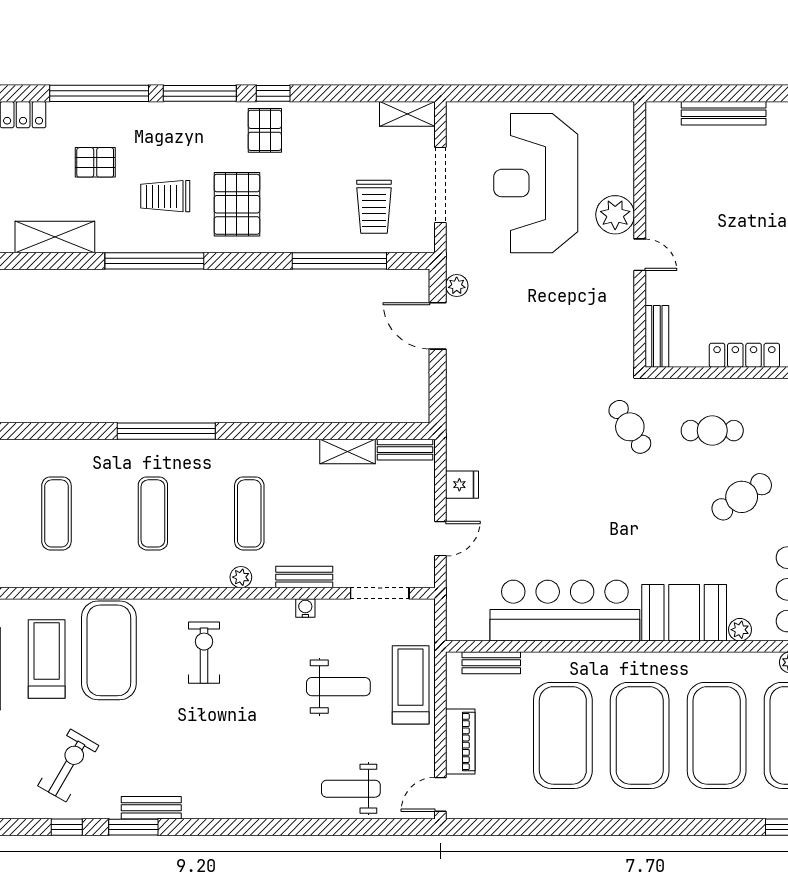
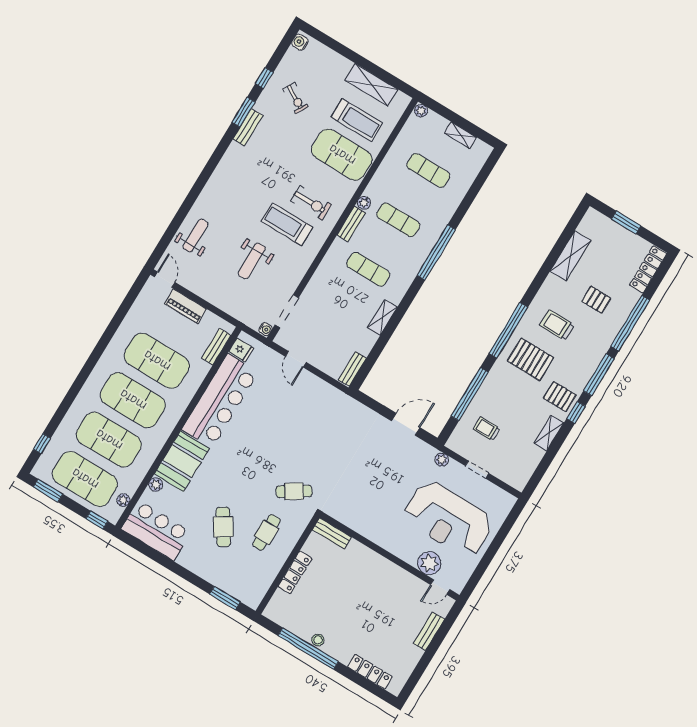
bench: (724, 113) -> (429, 631), width x0.73
shelving: (407, 114) -> (549, 433), moved
pallet: (95, 162) -> (596, 300), turned 90
reception desk: (536, 183) -> (448, 519), turned 180
doorway: (440, 185) -> (477, 470), width x0.53
trolley: (165, 196) -> (557, 325), turned -90
trolley: (374, 207) -> (487, 429), width x0.73, depth x0.72
plant: (615, 215) -> (429, 563), moved
door: (640, 255) -> (440, 587), moved
window: (154, 261) -> (508, 330), moved
plant: (457, 286) -> (442, 460), moved
shelving: (348, 451) -> (382, 317), moved
fridge: (462, 485) -> (241, 350), moved, turned -90
plant: (241, 577) -> (364, 203), moved
bench: (304, 577) -> (351, 224), moved
water cooler: (305, 608) -> (265, 329), moved
treadmill: (411, 685) -> (287, 224), moved, turned 180
exercise bike: (68, 766) -> (295, 98), width x0.73, depth x0.72

